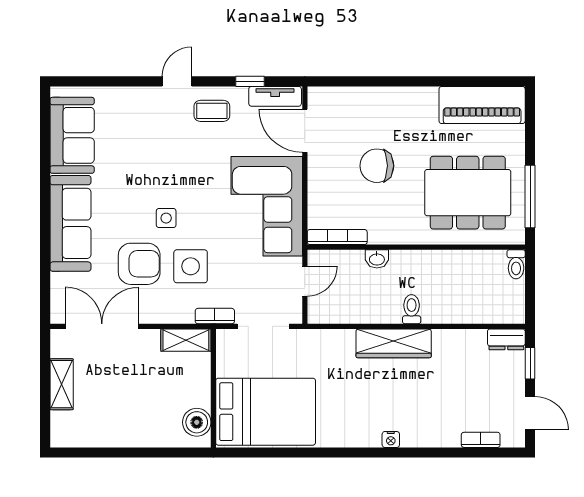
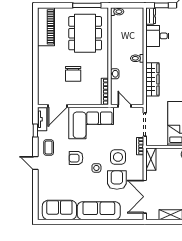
armchair: (188, 172) -> (76, 158), added
wardrobe: (394, 343) -> (152, 79), moved
desk: (462, 355) -> (157, 36), added

